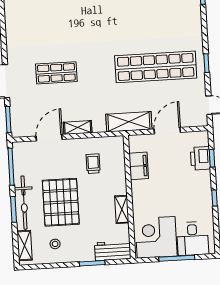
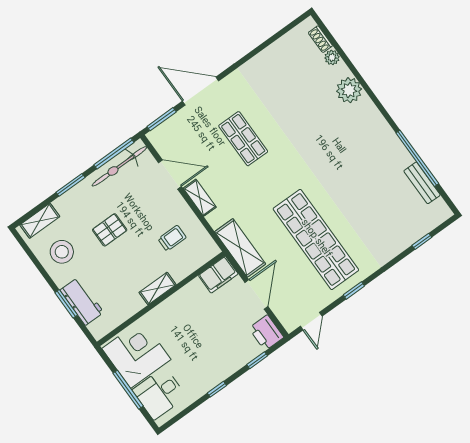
door: (167, 131) -> (256, 294), hinge flipped
printer: (200, 158) -> (266, 333), moved, turned -90
filing cabinet: (139, 166) -> (218, 275), moved
pallet: (61, 202) -> (110, 230), width x0.49, depth x0.50
bicycle: (24, 203) -> (119, 166), moved
shelving: (122, 209) -> (158, 288), moved
stool: (55, 244) -> (62, 252), width x1.89, depth x1.89
workbench: (113, 251) -> (82, 301), moved

